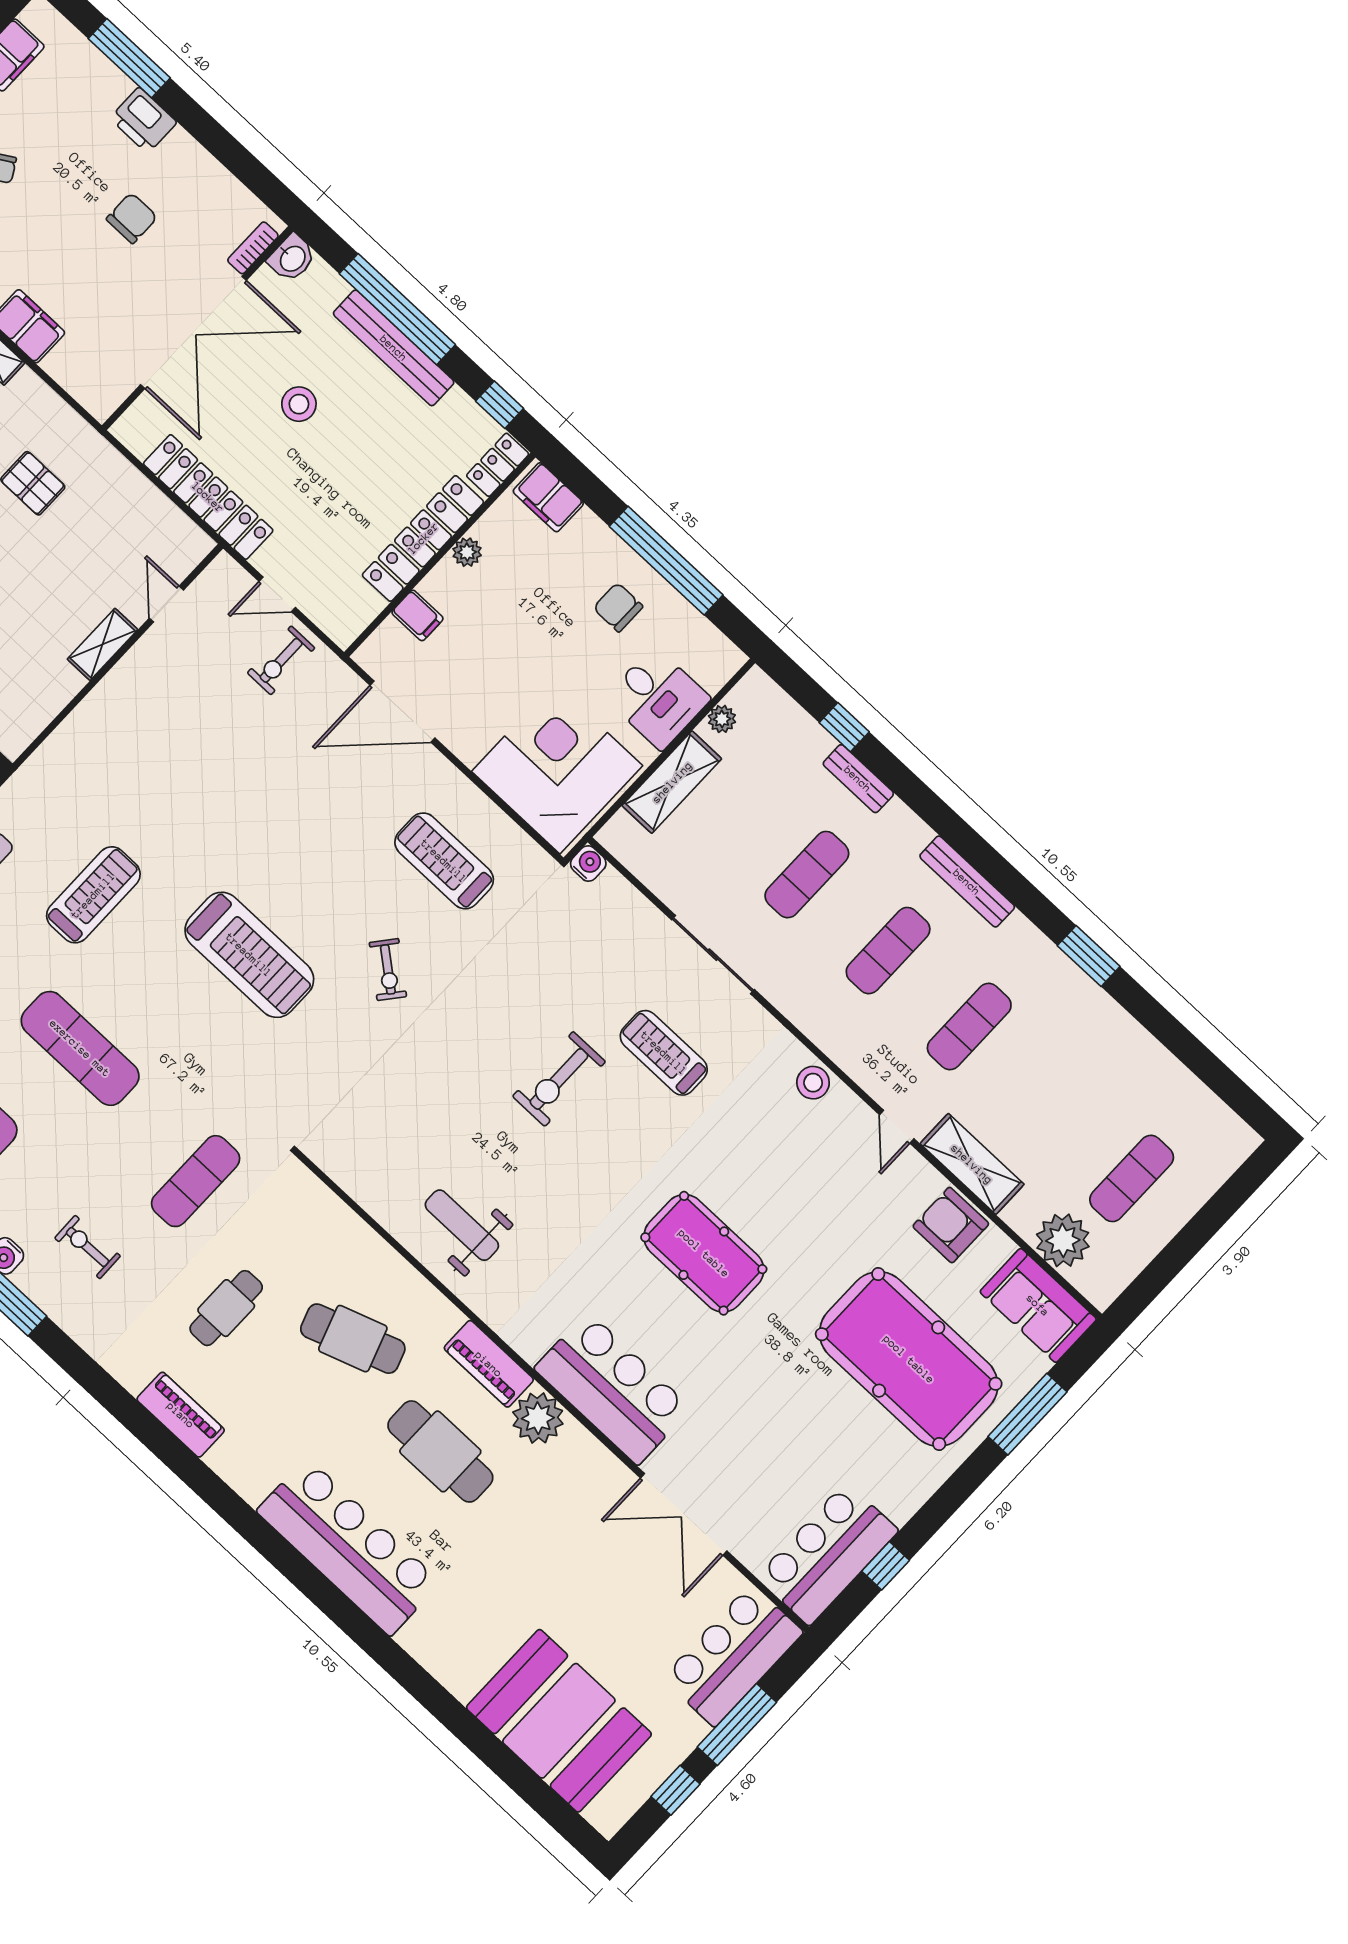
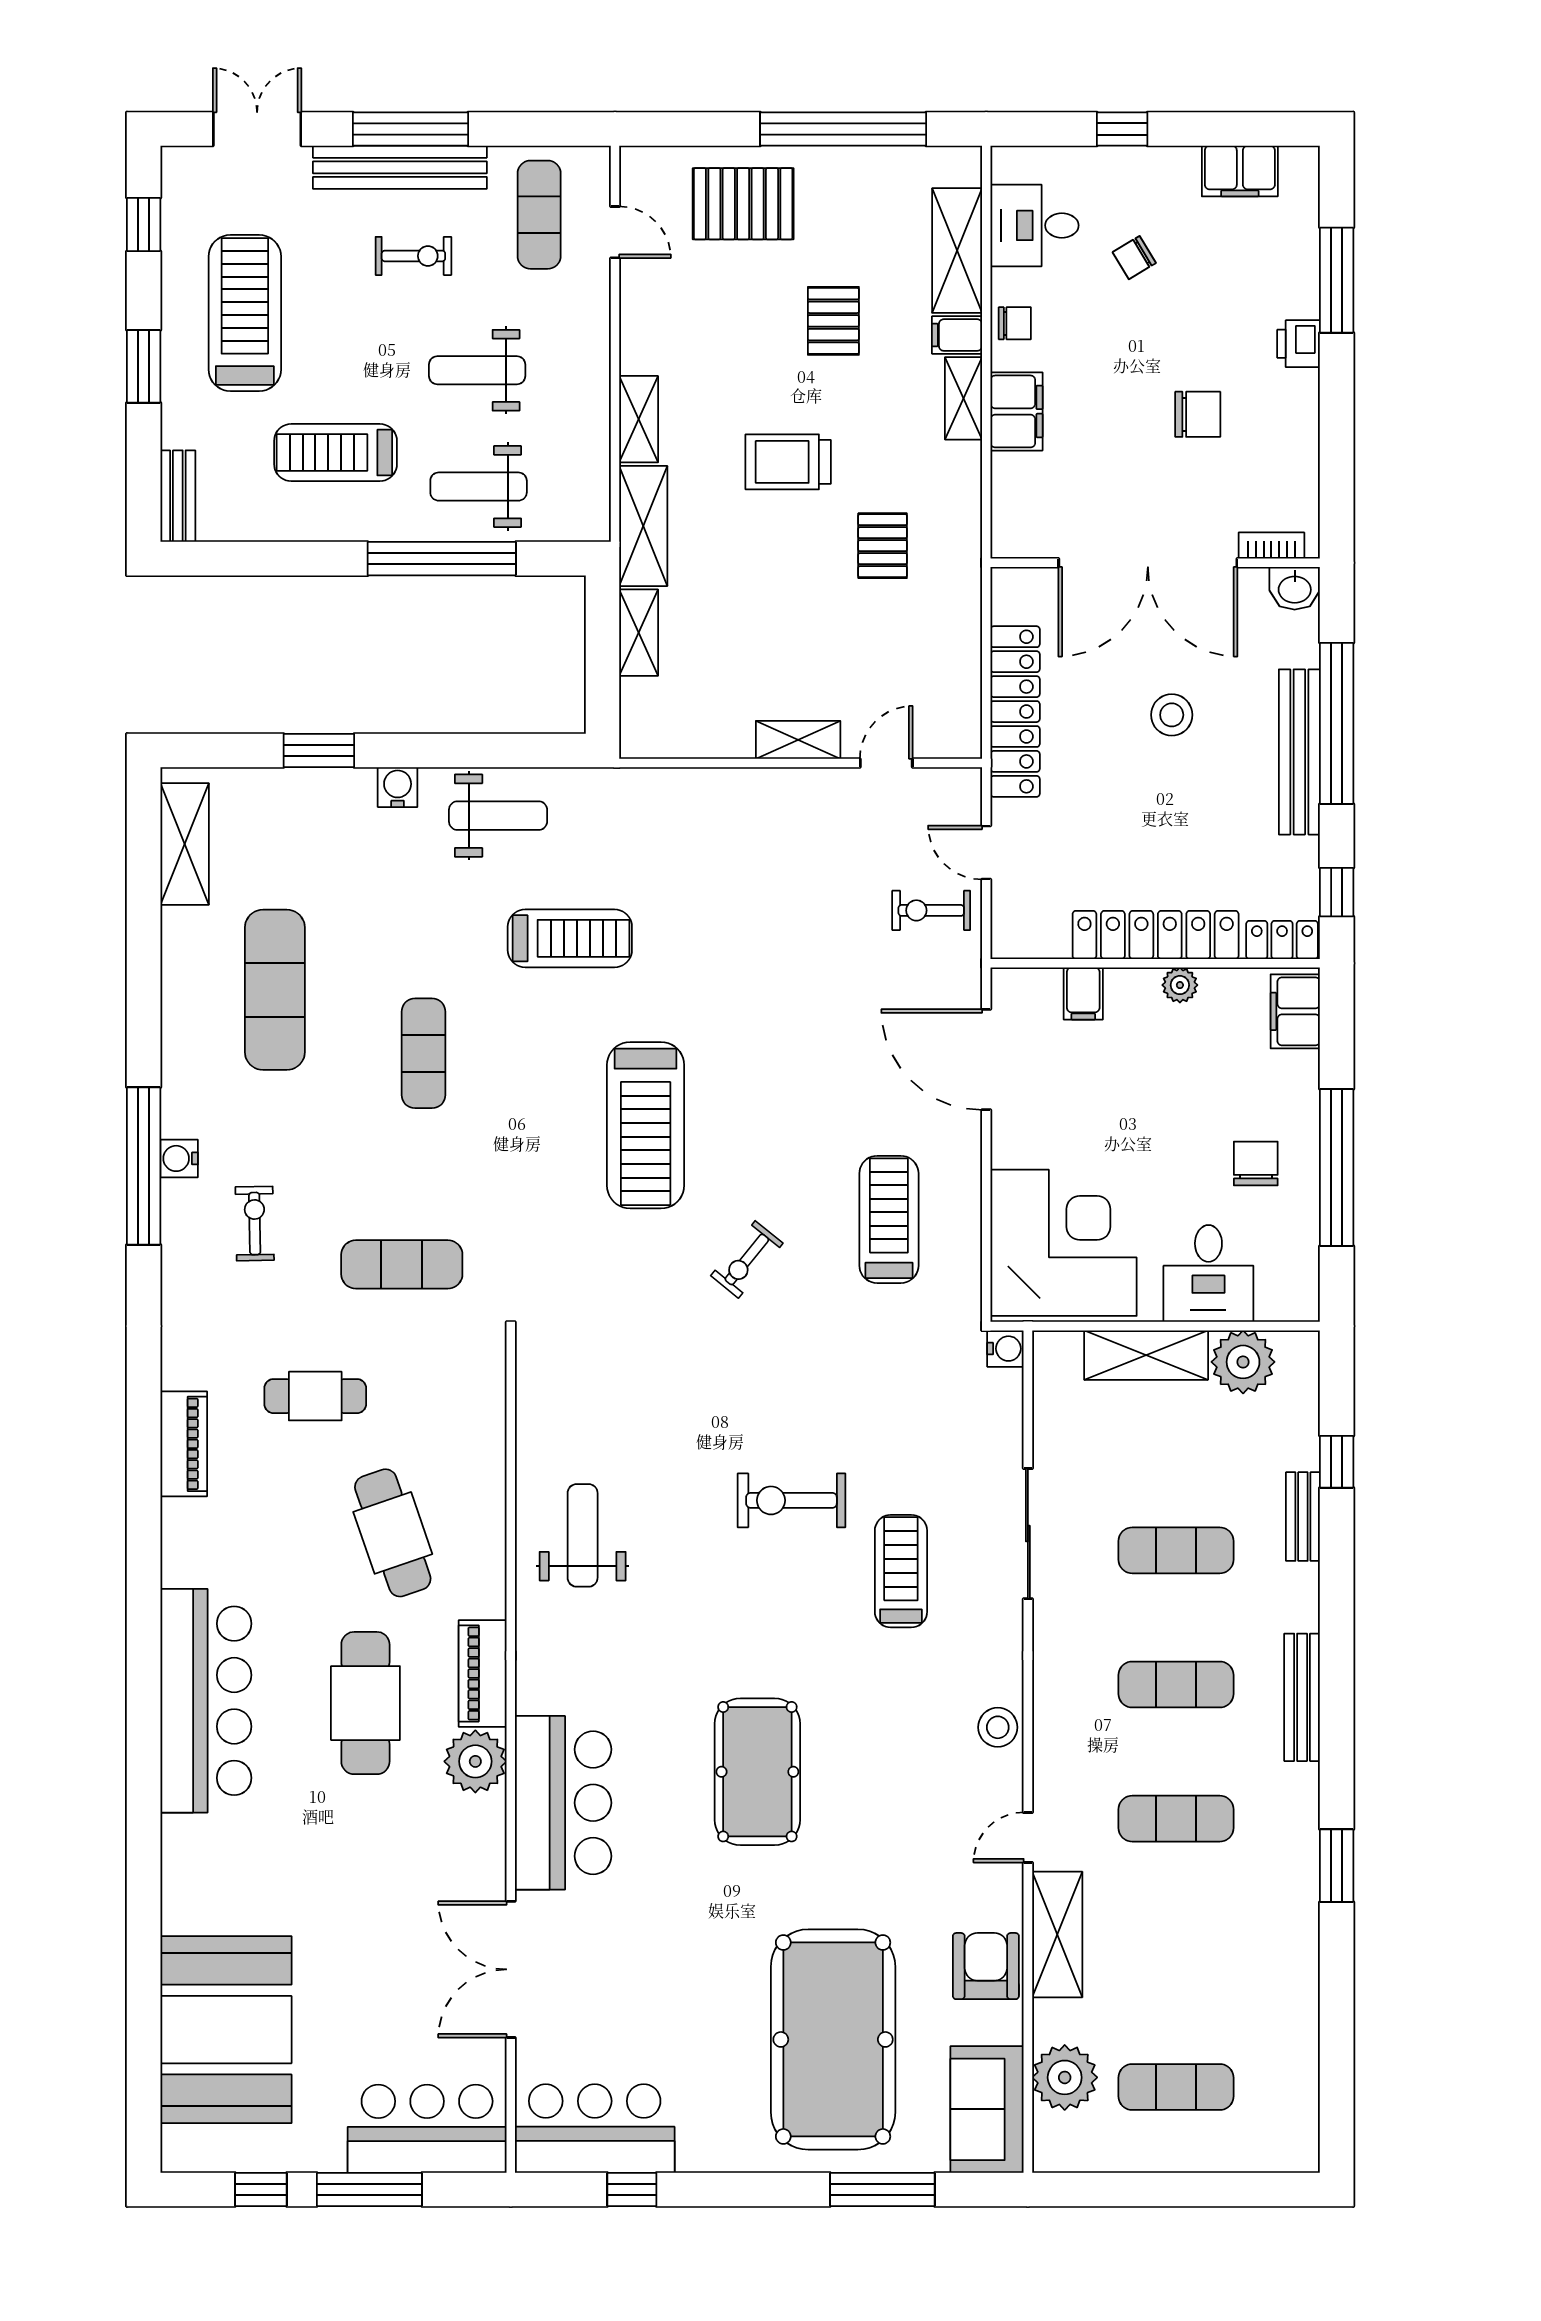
printer: (143, 120) -> (1299, 344), width x0.73, depth x0.81
plant: (722, 719) -> (1243, 1362), width x1.87, depth x1.87
exercise mat: (80, 1048) -> (424, 1053), width x0.73, depth x0.69

